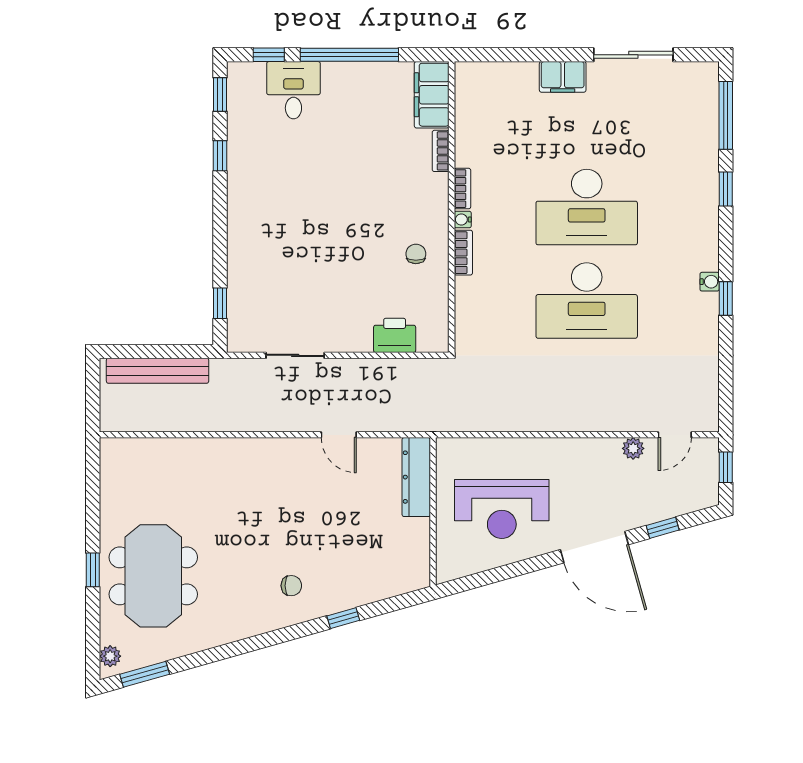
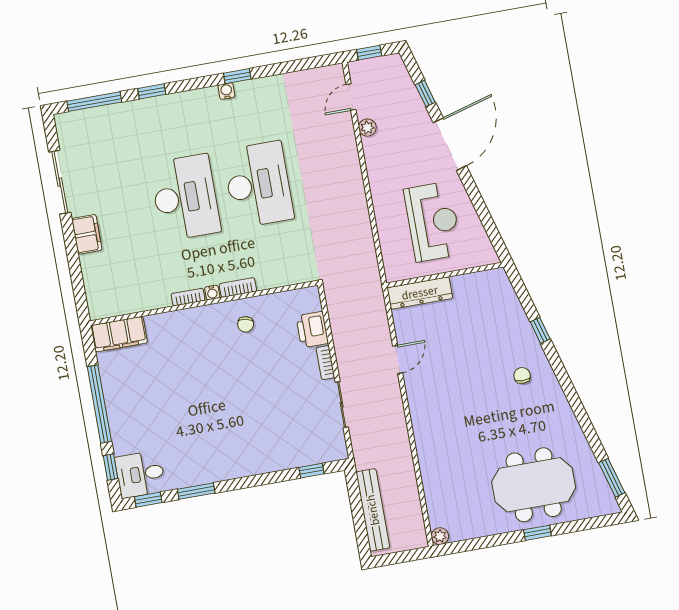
desk: (293, 90) -> (140, 474), moved
bookcase: (441, 151) -> (325, 363), moved, turned 90
window: (220, 156) -> (196, 491), width x1.50
chair: (416, 254) -> (246, 324), turned -79
door: (675, 435) -> (351, 97), swing flipped
plant: (110, 656) -> (440, 536), moved

